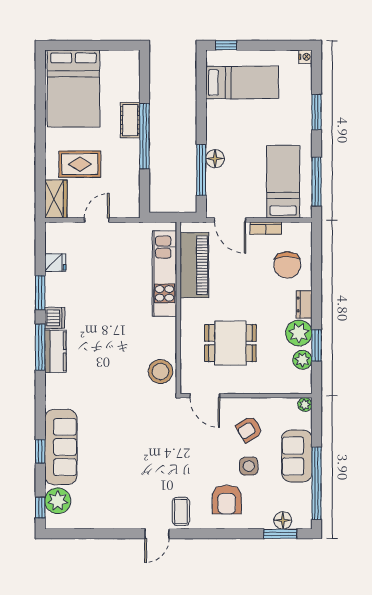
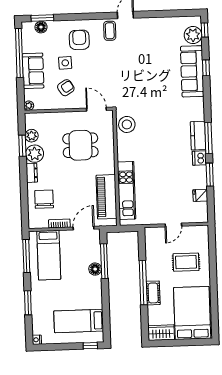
wardrobe: (56, 199) -> (161, 333), moved, turned 90
door: (230, 220) -> (84, 228), hinge flipped

